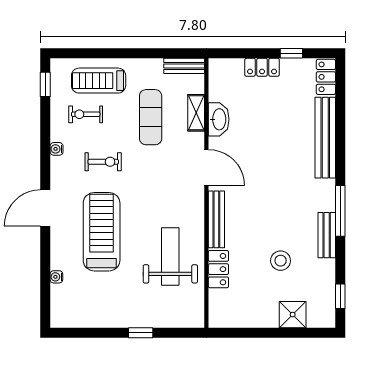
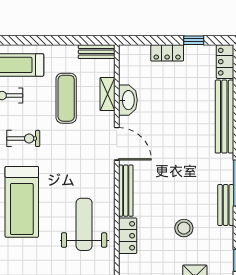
treadmill: (102, 232) -> (22, 202), turned 180

